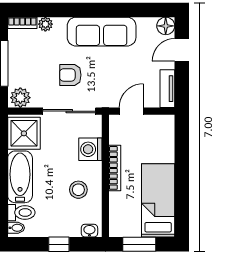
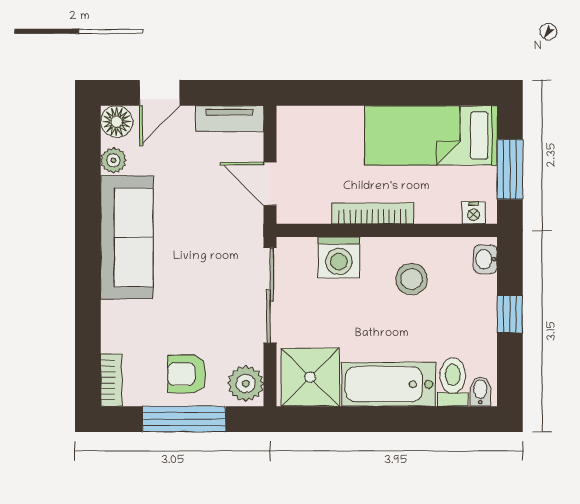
plant: (45, 24) -> (113, 160), moved
door: (182, 50) -> (160, 93), hinge flipped
armchair: (70, 75) -> (187, 374), moved, turned 90
nightstand: (115, 224) -> (474, 213), added

